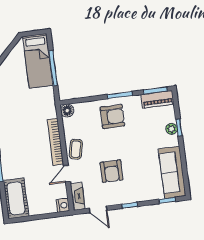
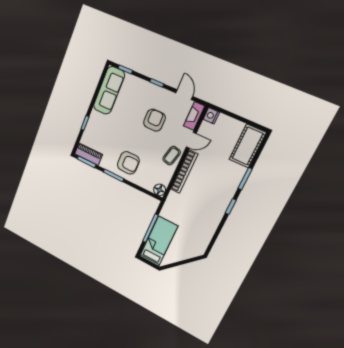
armchair: (112, 117) -> (128, 163), turned 180
plant: (172, 129) -> (91, 125), removed

